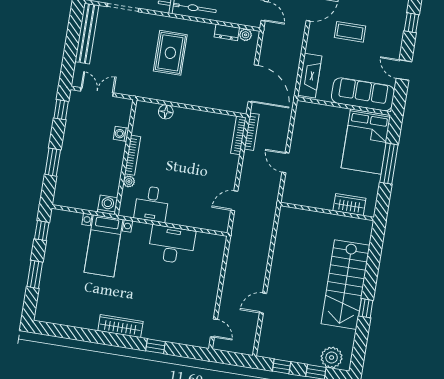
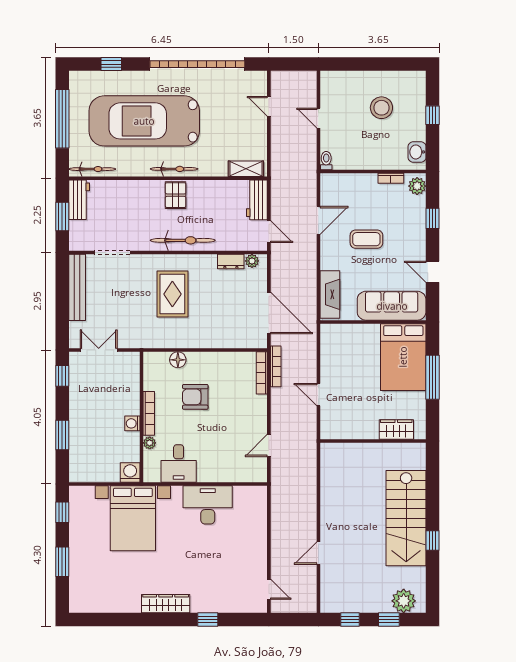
washing machine: (121, 134) -> (132, 423), moved
armchair: (176, 147) -> (195, 397), added
bed with nightstands: (104, 246) -> (133, 518), width x1.36

